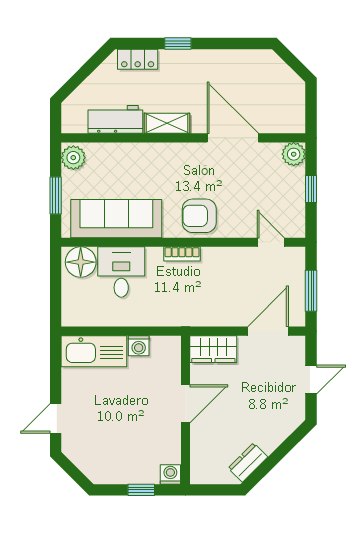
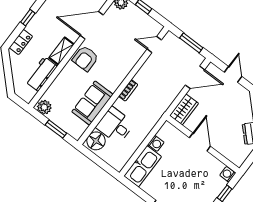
armchair: (199, 216) -> (85, 58), moved
sofa: (116, 219) -> (92, 103), width x0.73
door: (268, 331) -> (195, 77), swing flipped

